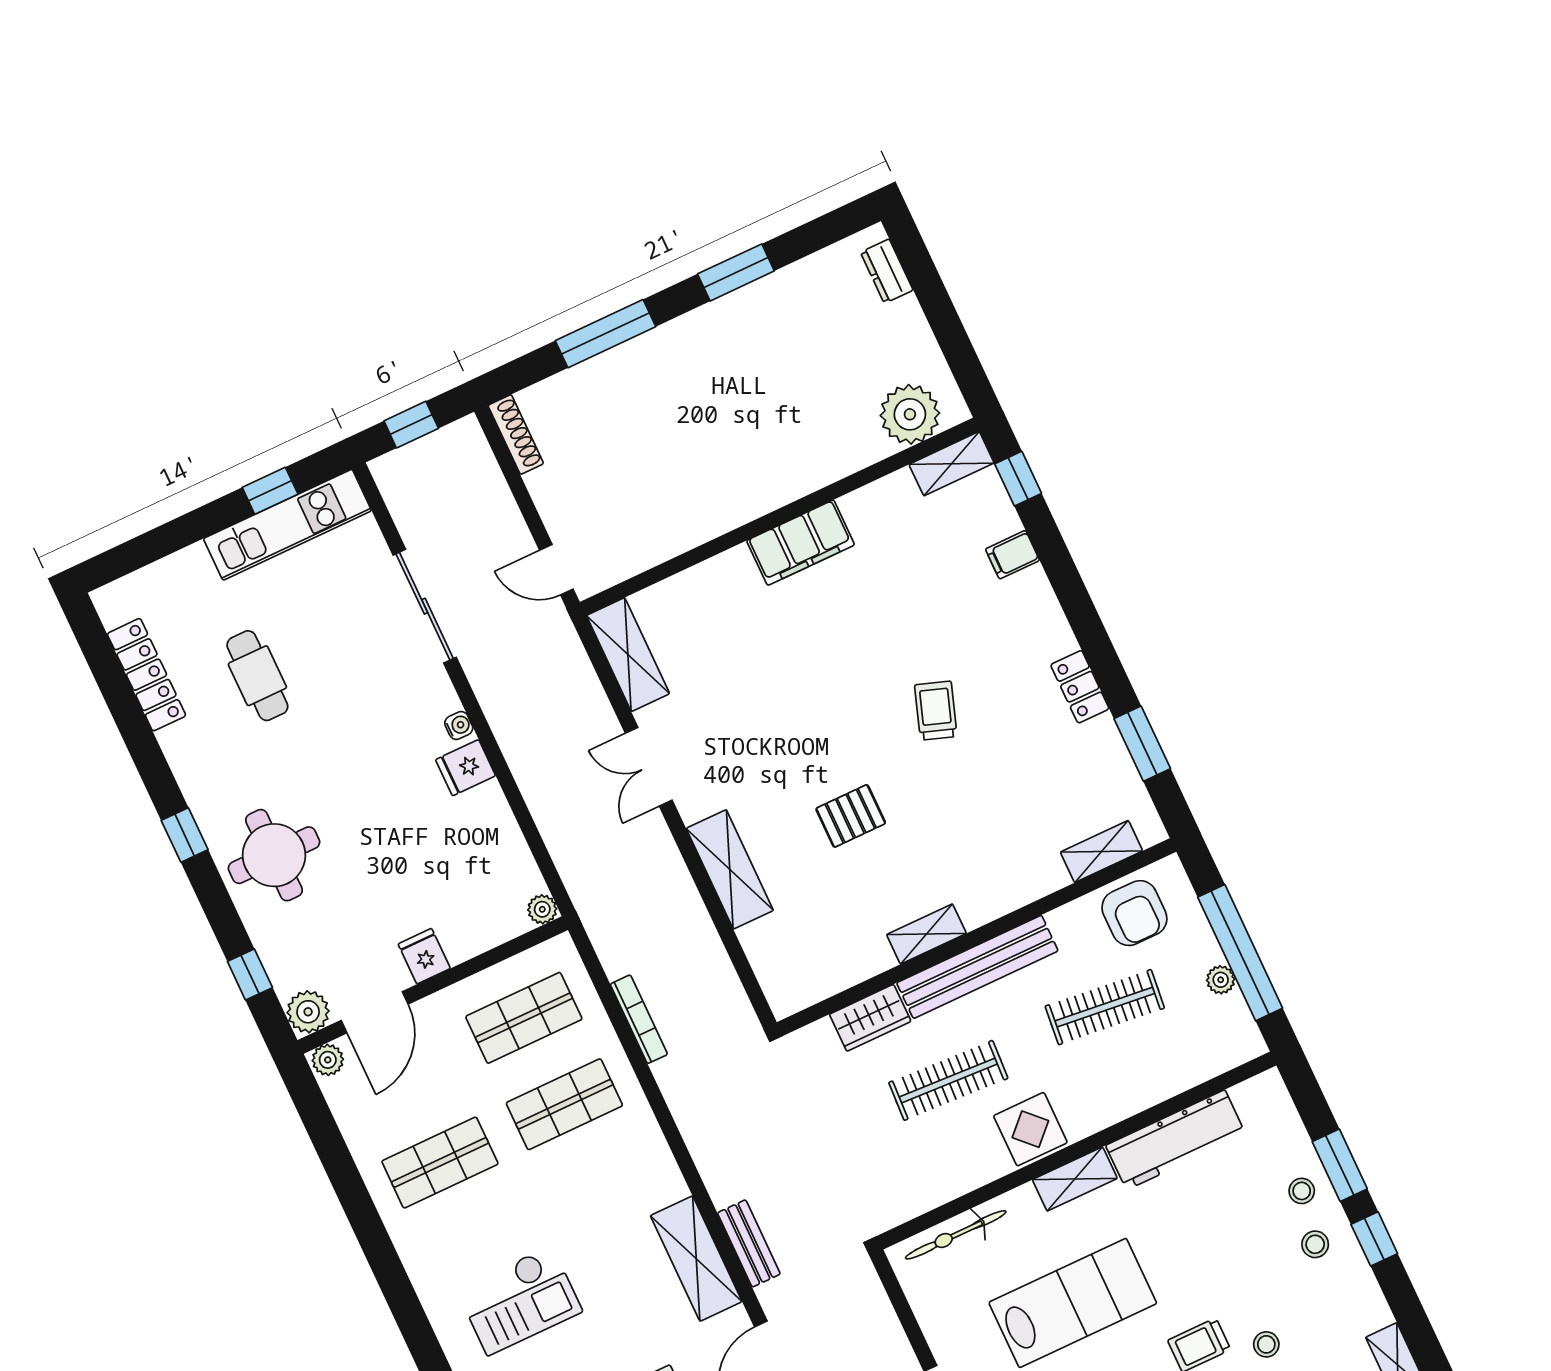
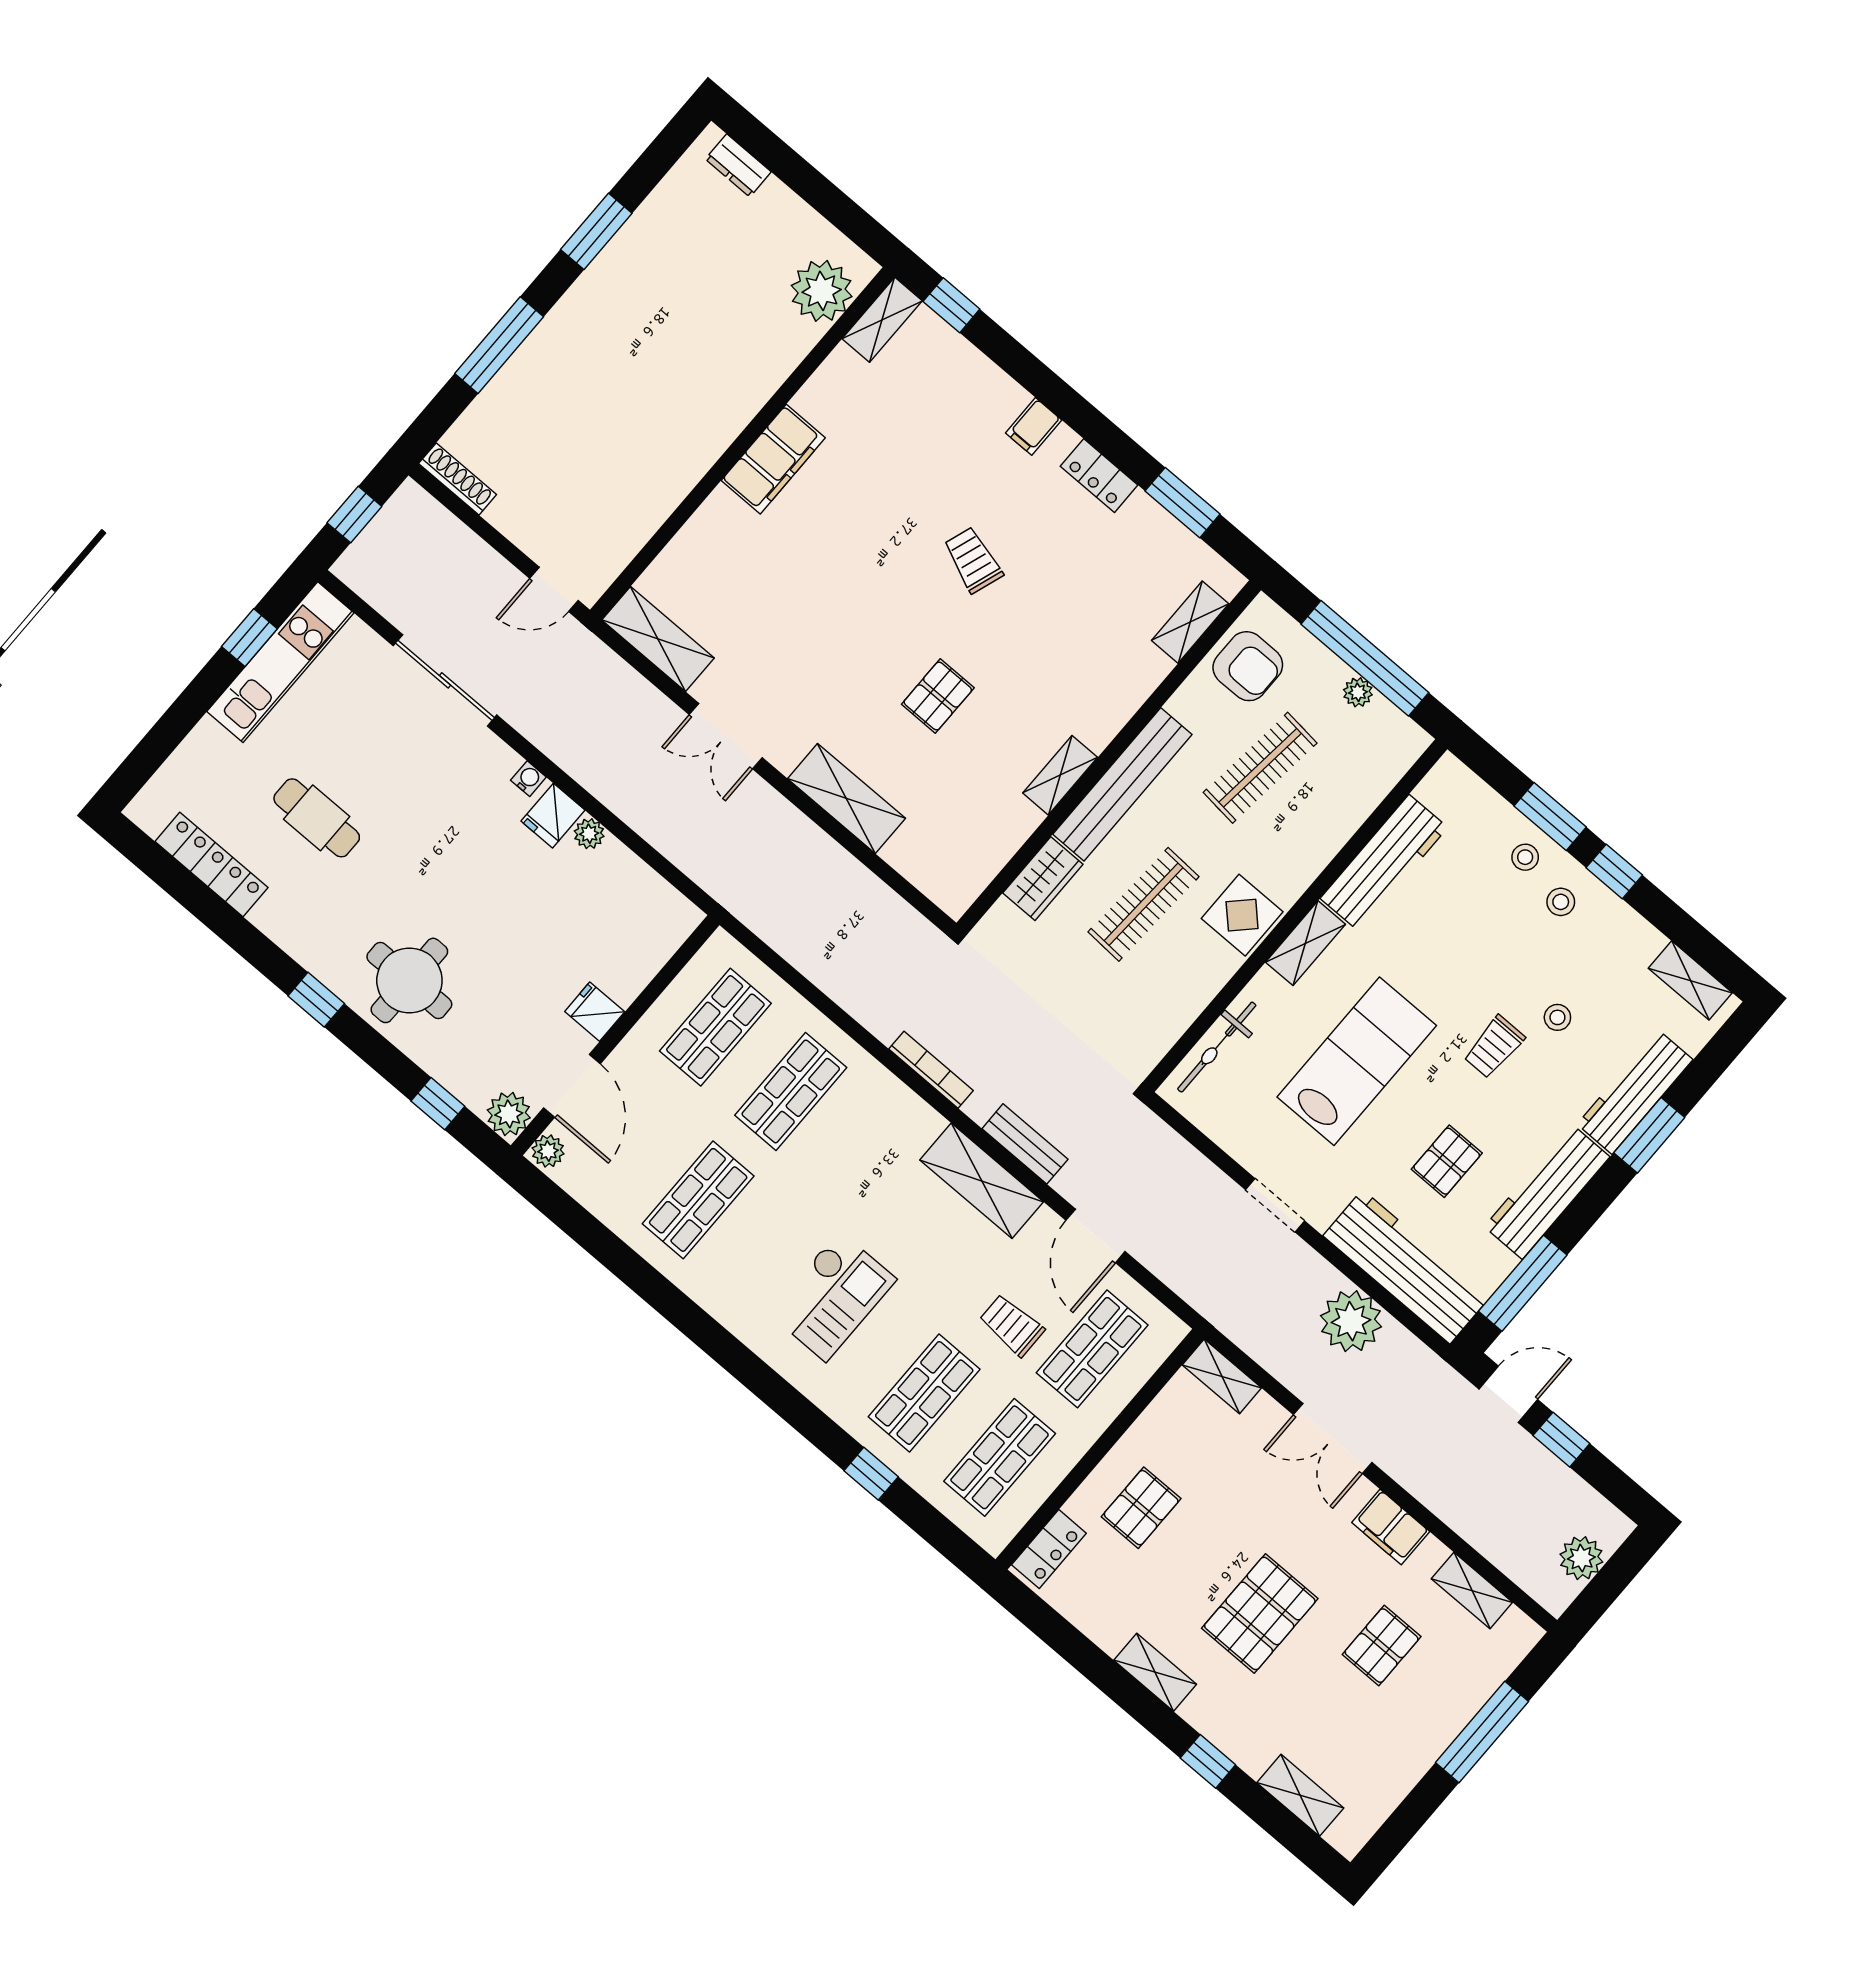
filing cabinet: (1013, 555) -> (1034, 426), moved
plant: (542, 909) -> (589, 834), moved
bookcase: (639, 1019) -> (931, 1070), moved

